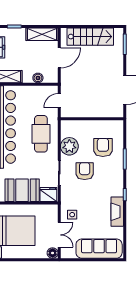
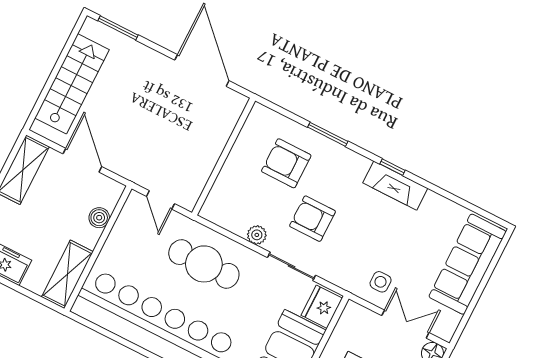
plant: (69, 146) -> (257, 235), width x0.53, depth x0.53
fireplace: (117, 212) -> (395, 186), moved

